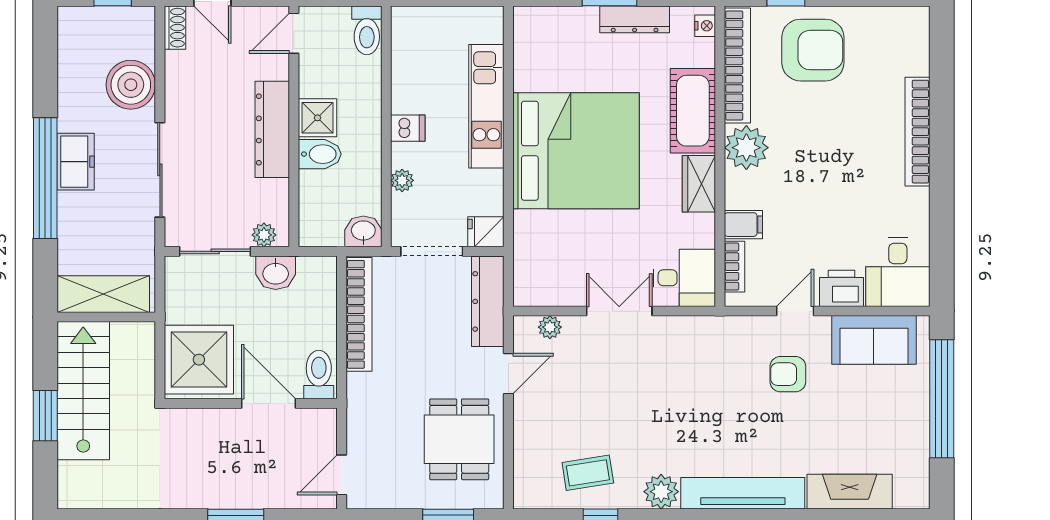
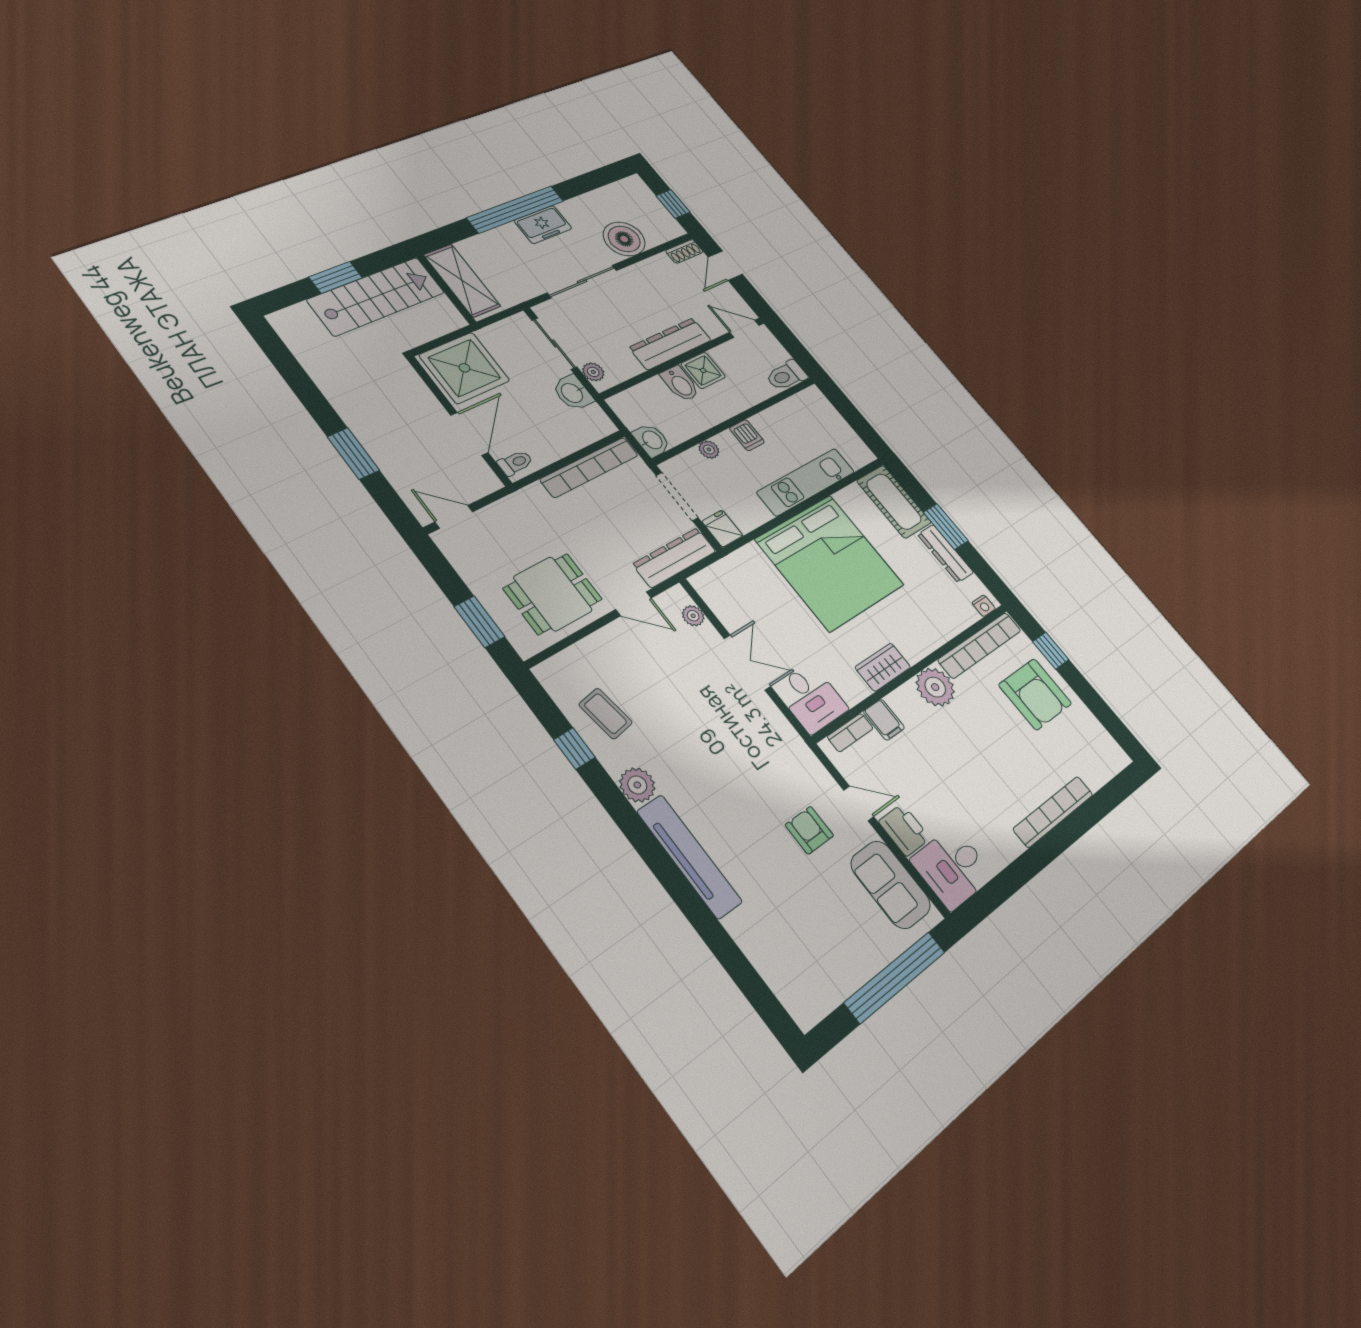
cot: (693, 111) -> (894, 502), moved, turned 90
toilet: (319, 375) -> (515, 463), width x0.73, depth x0.72
fireplace: (850, 492) -> (762, 950), removed

